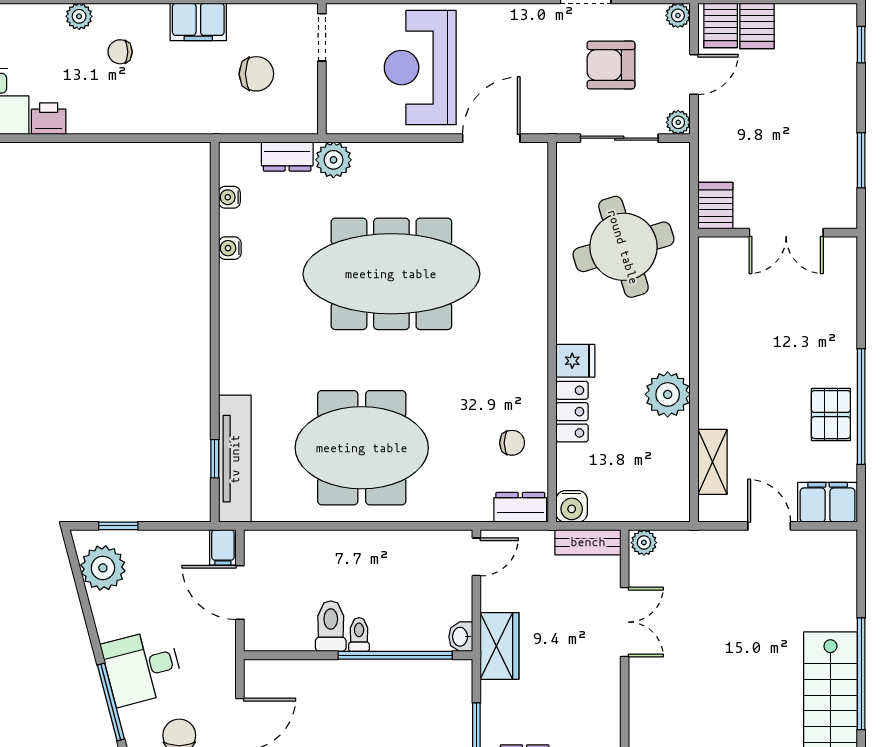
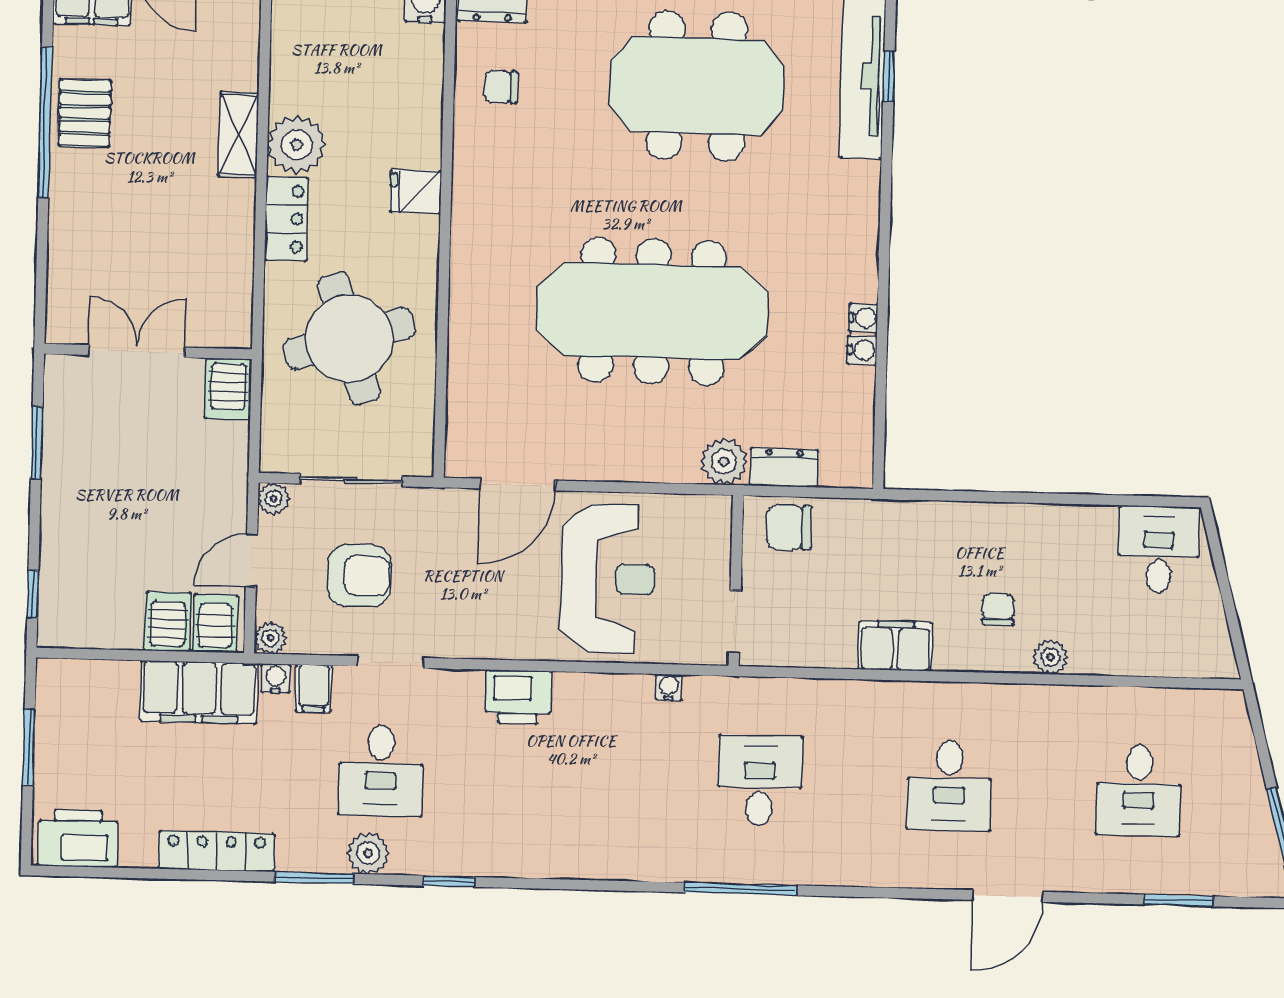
chair: (120, 52) -> (998, 610), turned -90
chair: (256, 74) -> (789, 527), moved
printer: (49, 119) -> (1094, 525), removed
water cooler: (229, 197) -> (863, 318), moved
locker: (572, 412) -> (286, 219), moved, turned 180
shelving: (712, 462) -> (239, 135), moved

